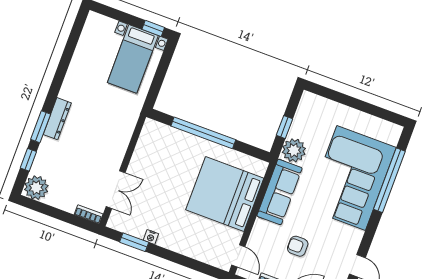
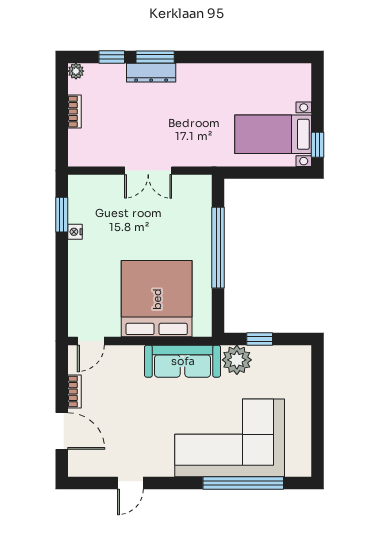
dresser: (57, 119) -> (151, 73), moved
plant: (36, 188) -> (76, 71), width x0.53, depth x0.53
double door: (116, 190) -> (148, 171), moved
bookcase: (89, 214) -> (75, 112), moved
armchair: (298, 246) -> (128, 406), removed

